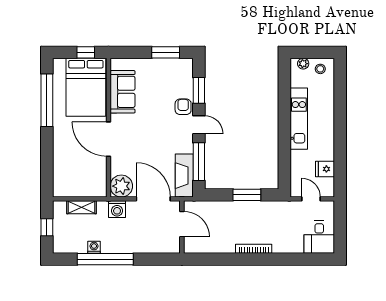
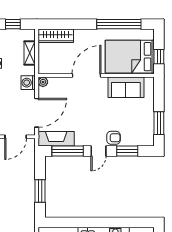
wardrobe: (61, 176) -> (56, 36), added
plant: (121, 186) -> (43, 82), width x0.53, depth x0.53

